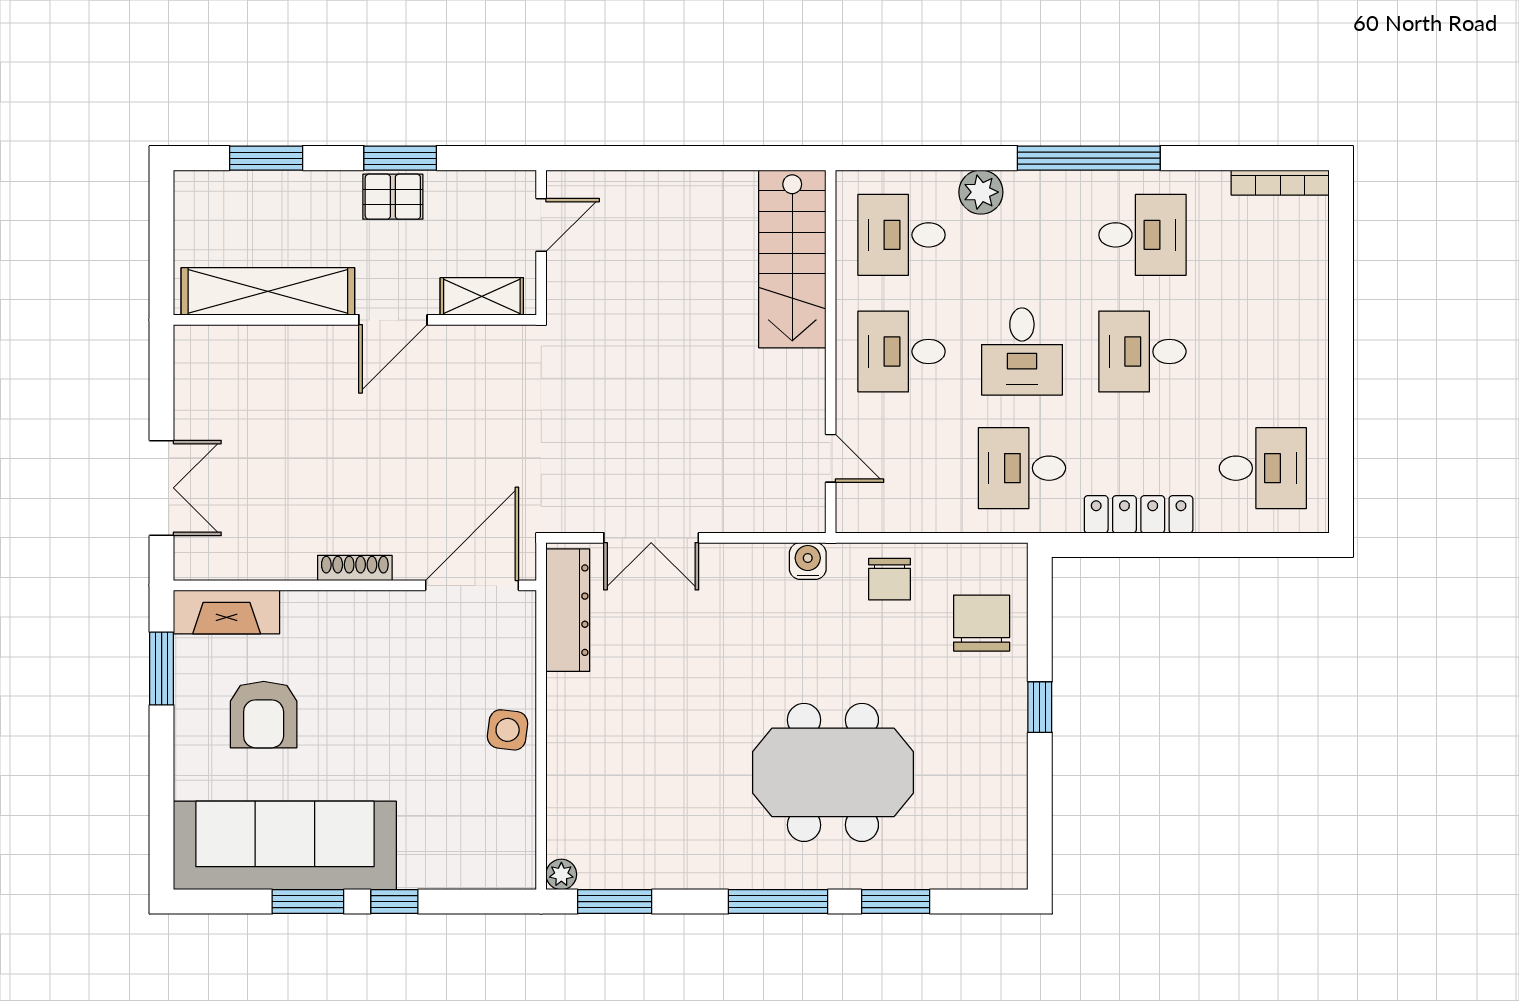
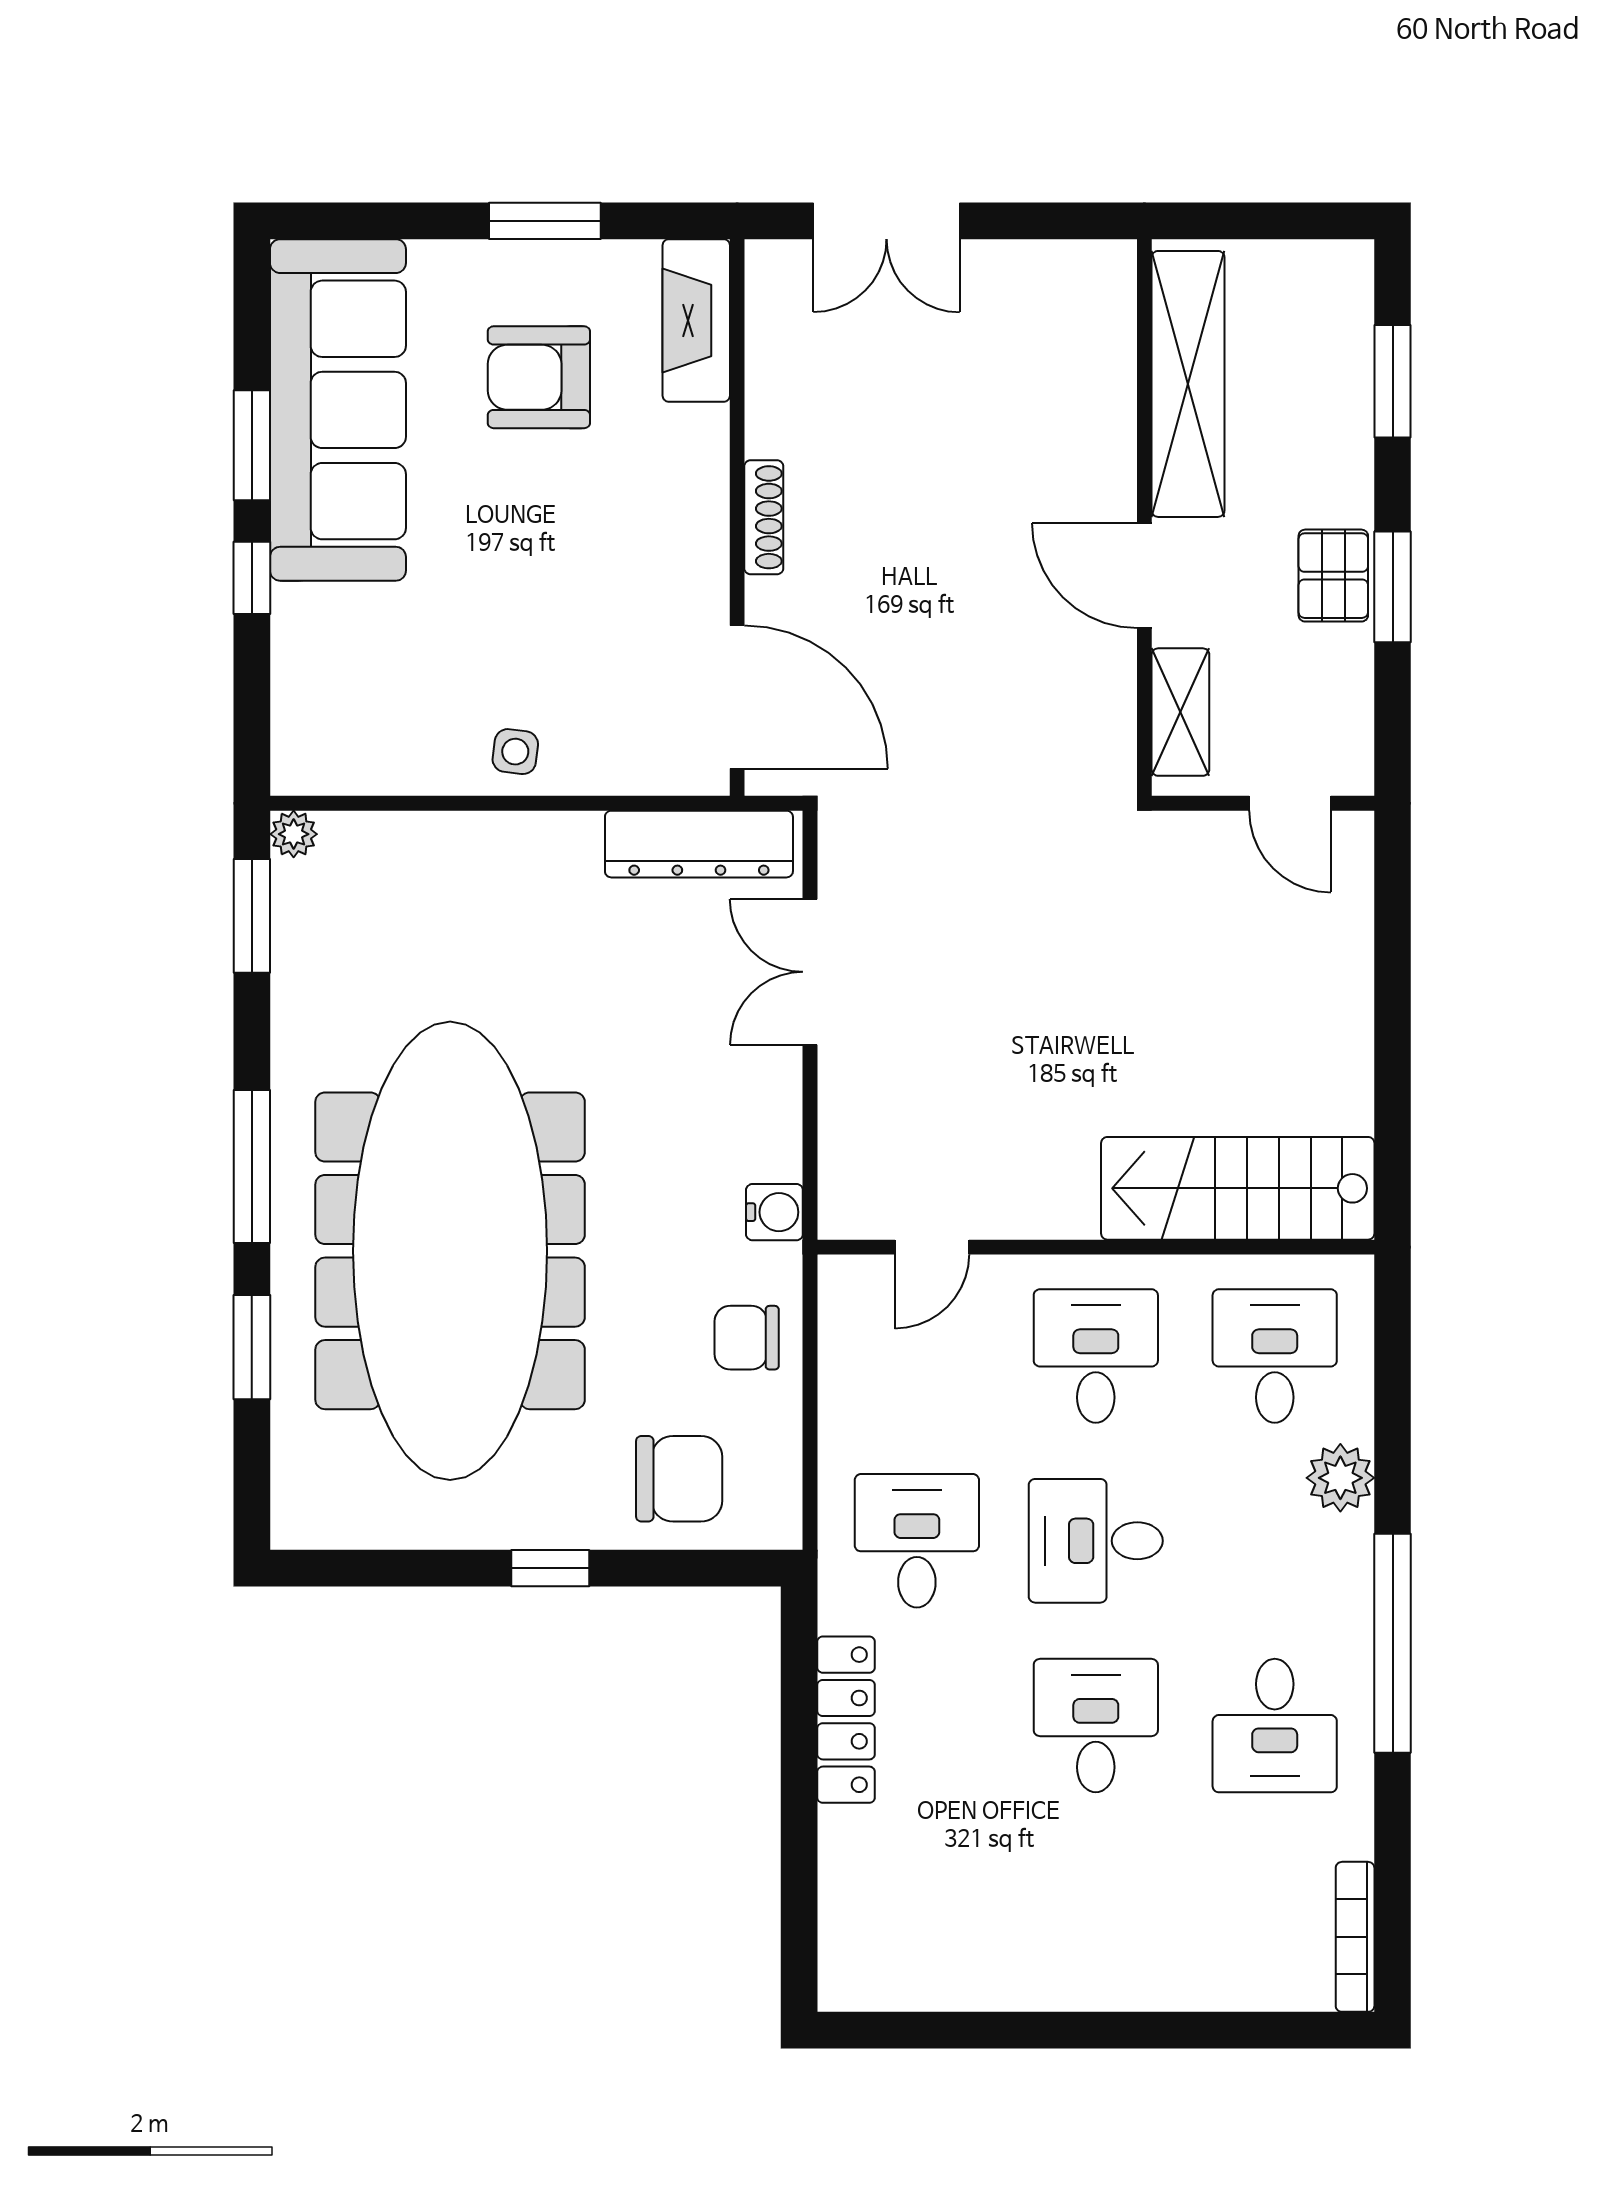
desk: (1263, 468) -> (917, 1910), removed
window: (162, 669) -> (545, 221), moved
side table: (508, 730) -> (515, 752), width x0.73, depth x0.73
meeting table: (833, 772) -> (450, 1251), width x1.86, depth x1.27

